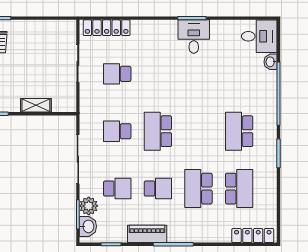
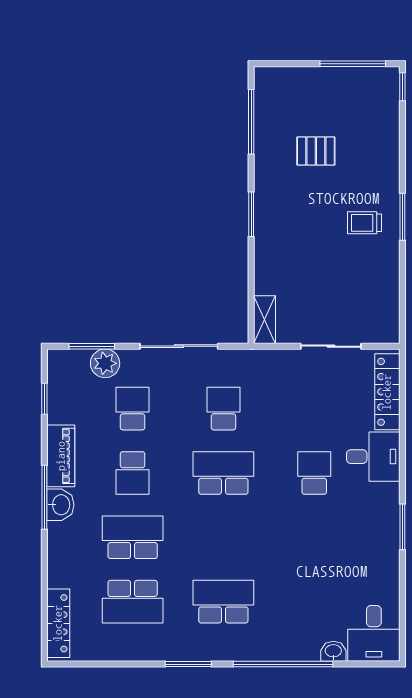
desk: (194, 37) -> (373, 457), moved
school desk: (117, 74) -> (314, 473), moved
shelving: (36, 105) -> (264, 320), moved
school desk: (117, 189) -> (133, 409), turned 180
washbasin: (88, 226) -> (60, 505), moved, turned -90

